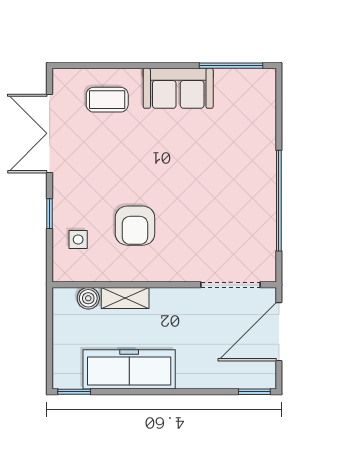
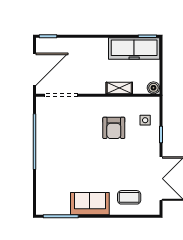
armchair: (135, 226) -> (114, 128), turned 180
boiler: (88, 298) -> (153, 88), moved
freezer: (129, 369) -> (134, 49), moved

